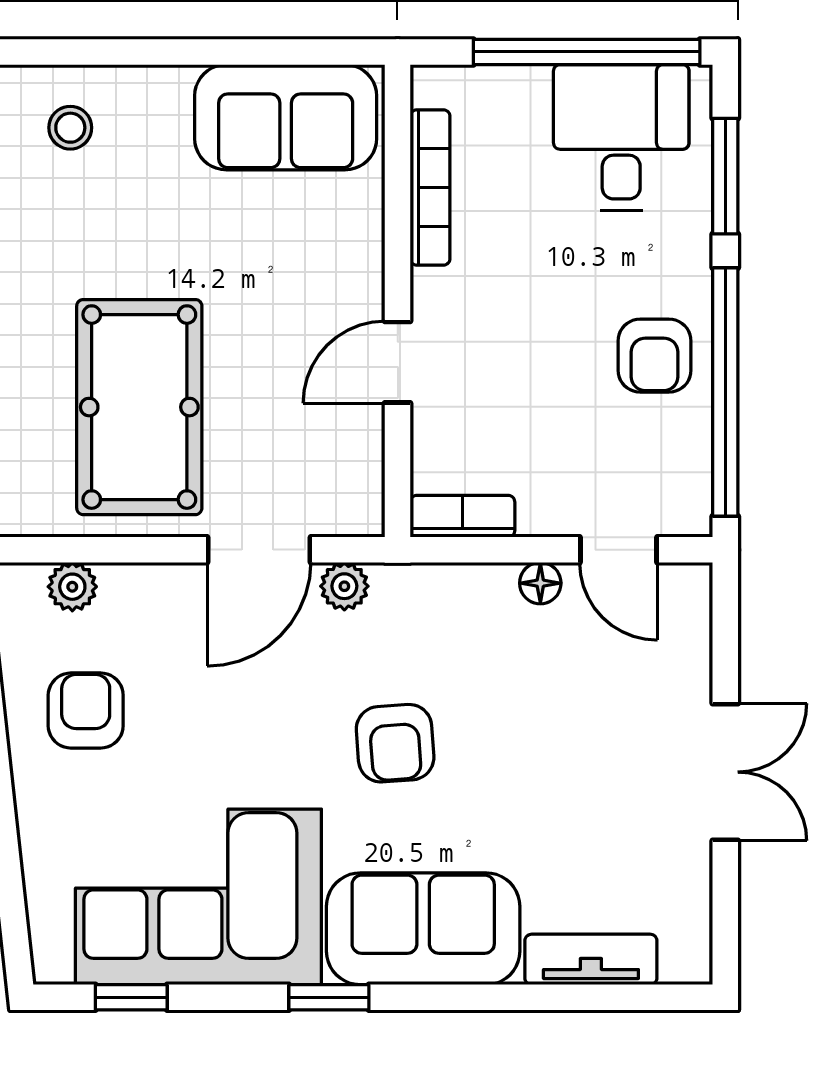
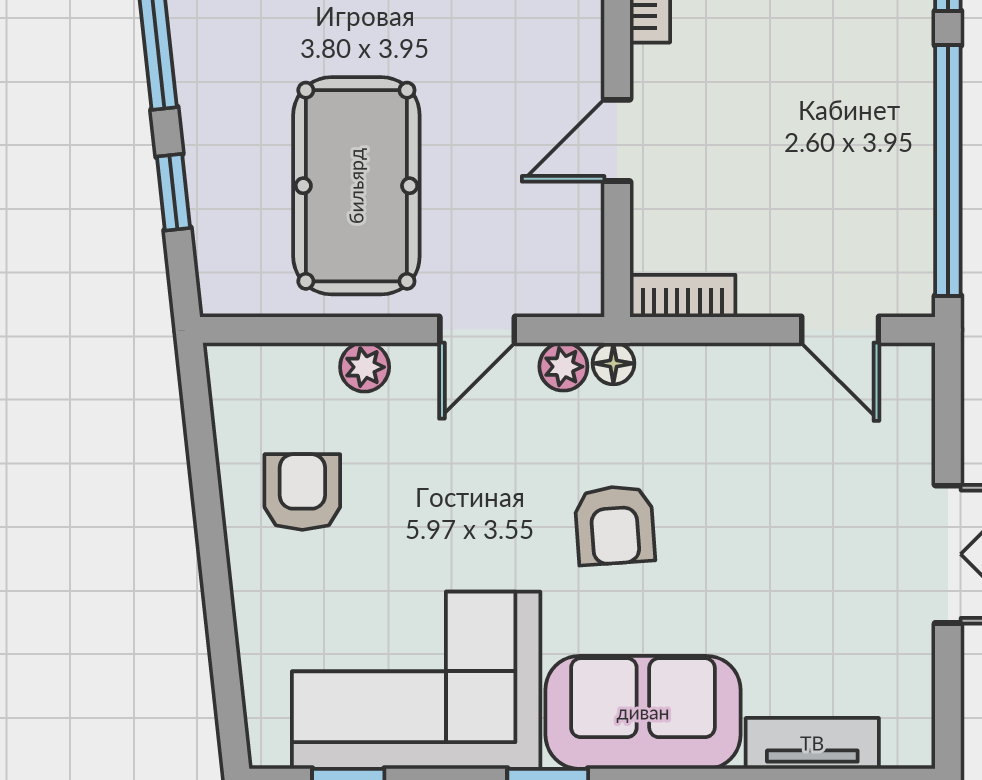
armchair: (655, 356) -> (877, 134), removed
door: (259, 550) -> (477, 330), width x0.73
floor lamp: (540, 583) -> (613, 363), moved
plant: (72, 587) -> (365, 367), moved

